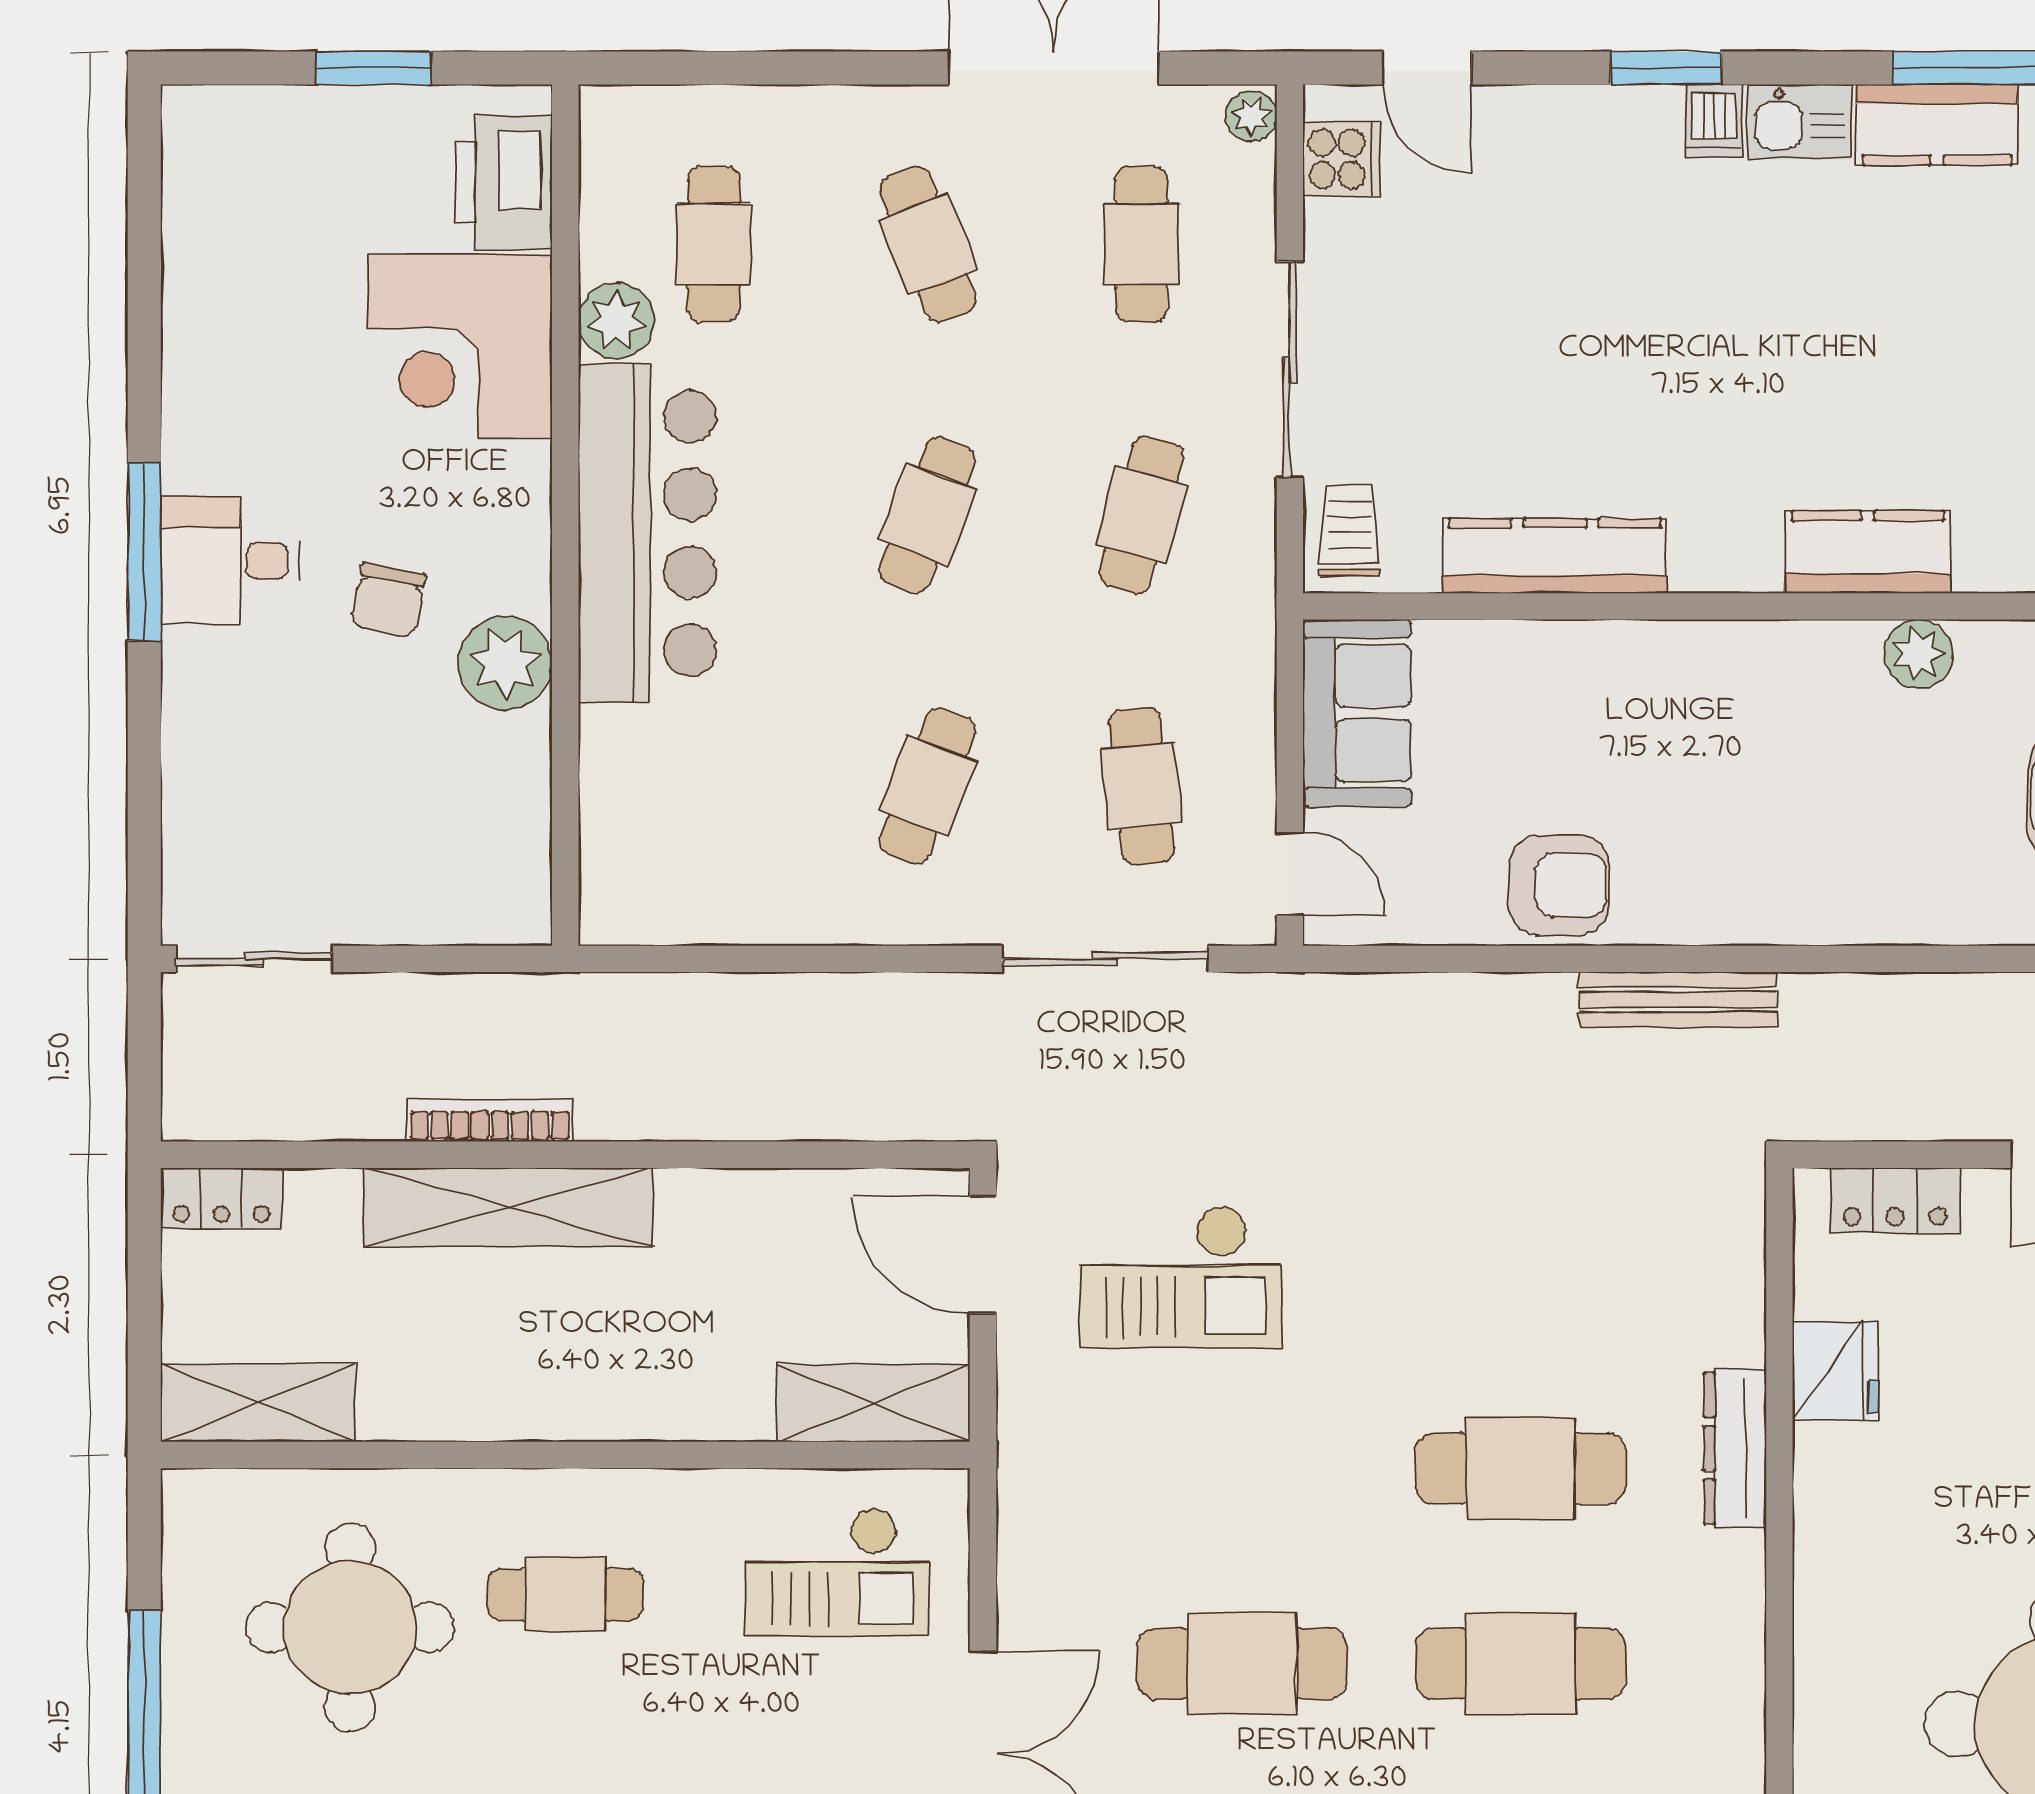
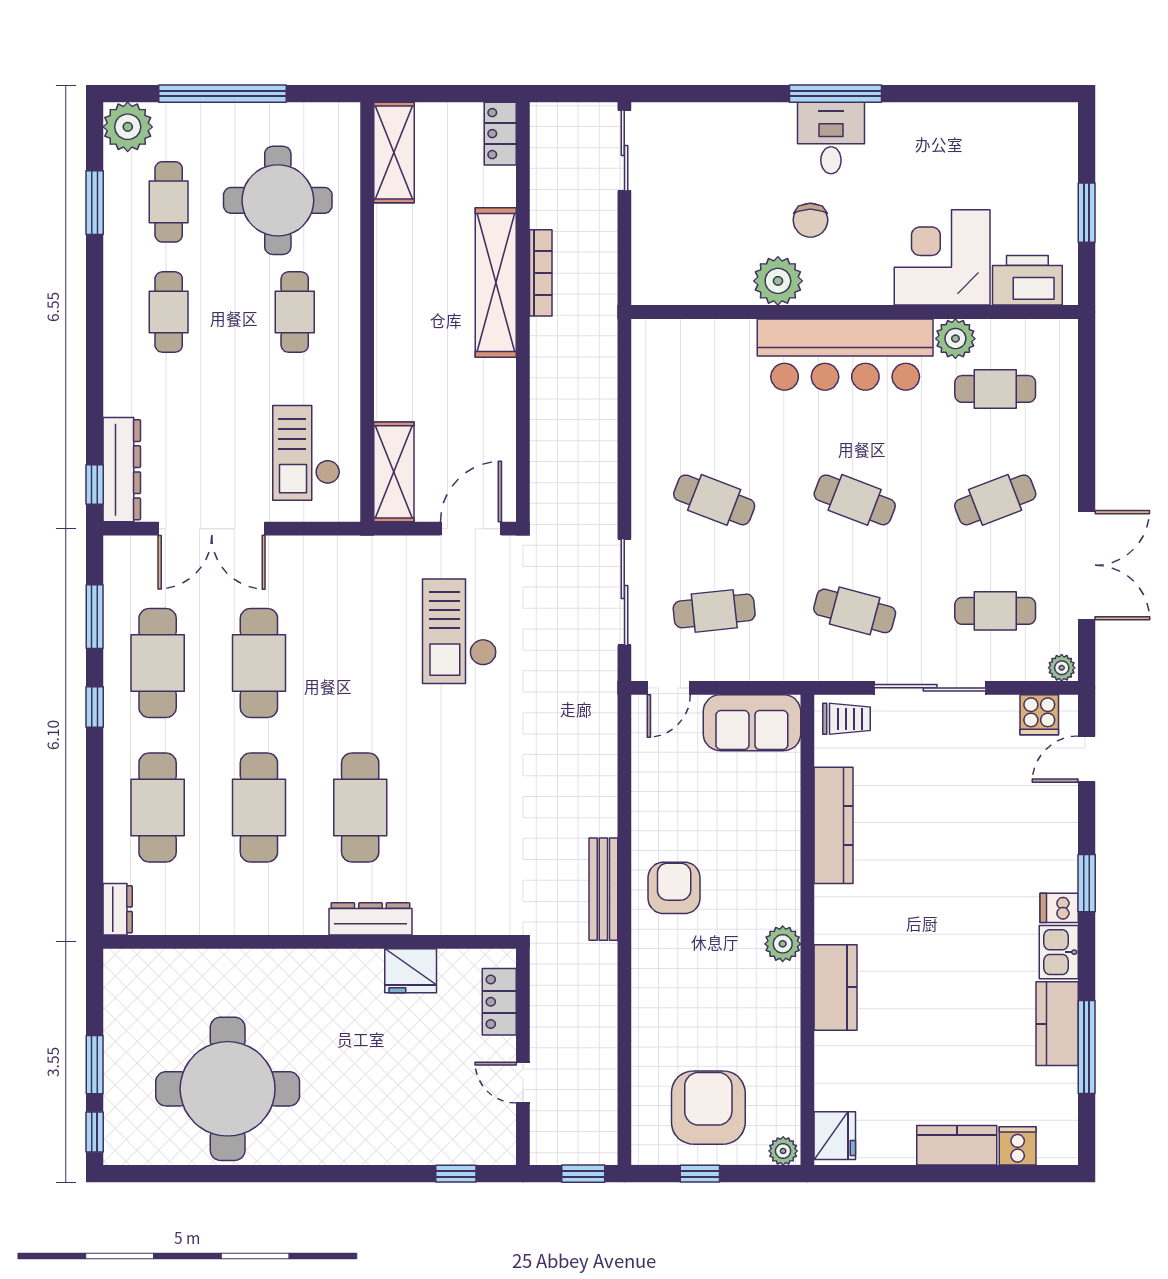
chair: (388, 600) -> (810, 220), turned -101
plant: (1919, 654) -> (783, 944), moved
armchair: (1559, 885) -> (674, 888), moved, turned 180

